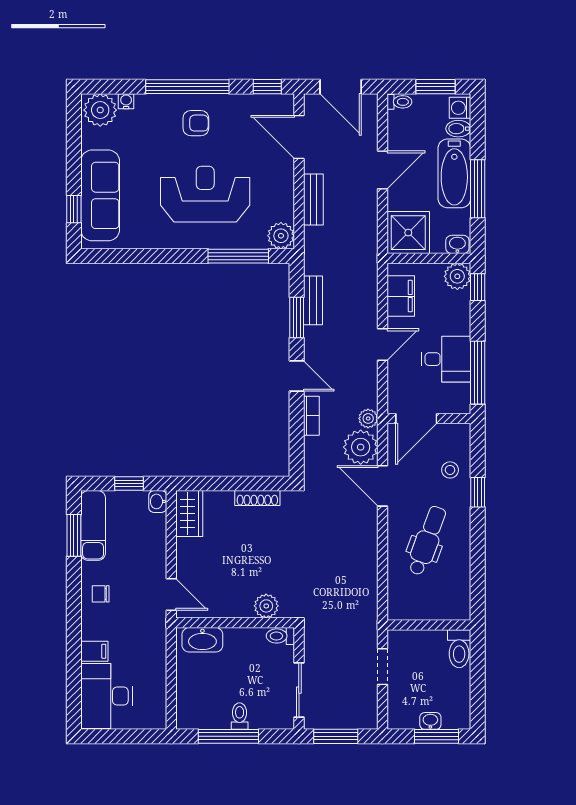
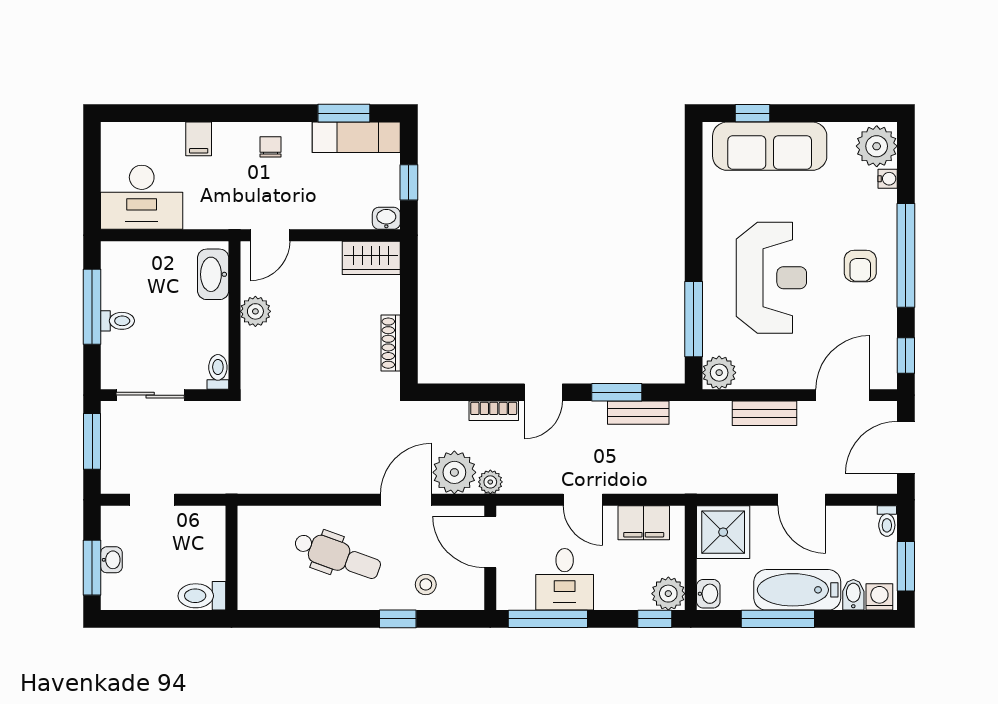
plant: (266, 606) -> (255, 311), moved
doorway: (382, 667) -> (152, 500), moved
desk: (106, 696) -> (142, 197), moved, turned 180

